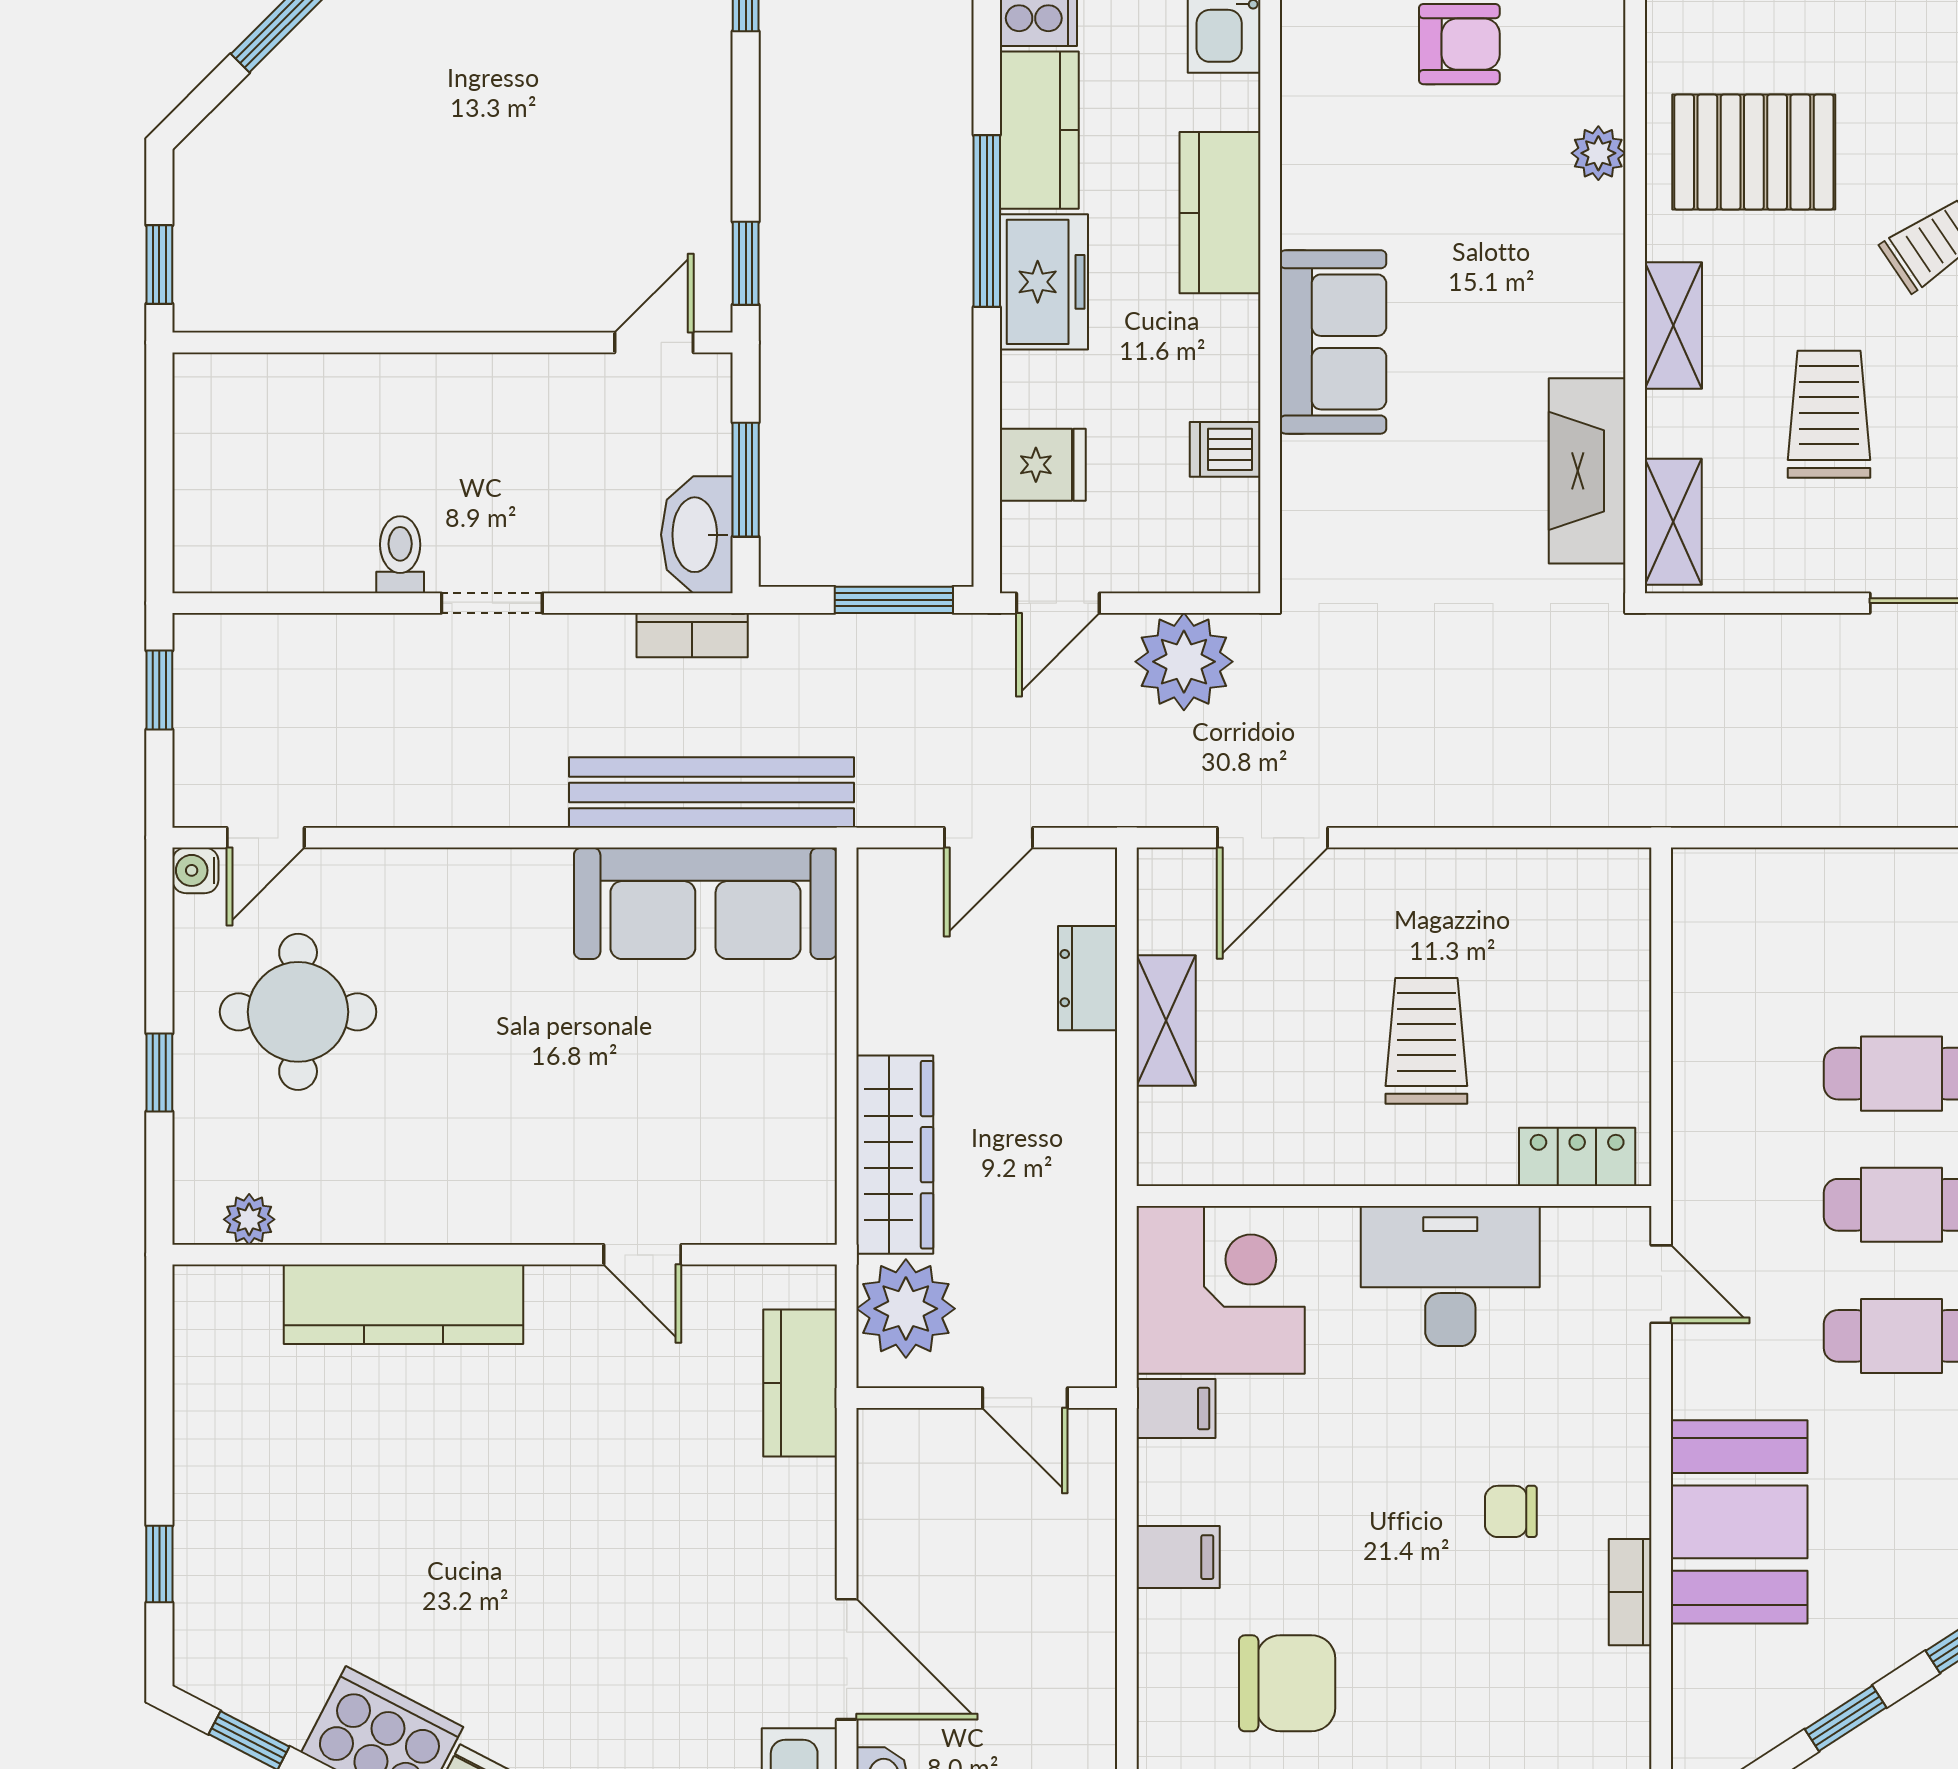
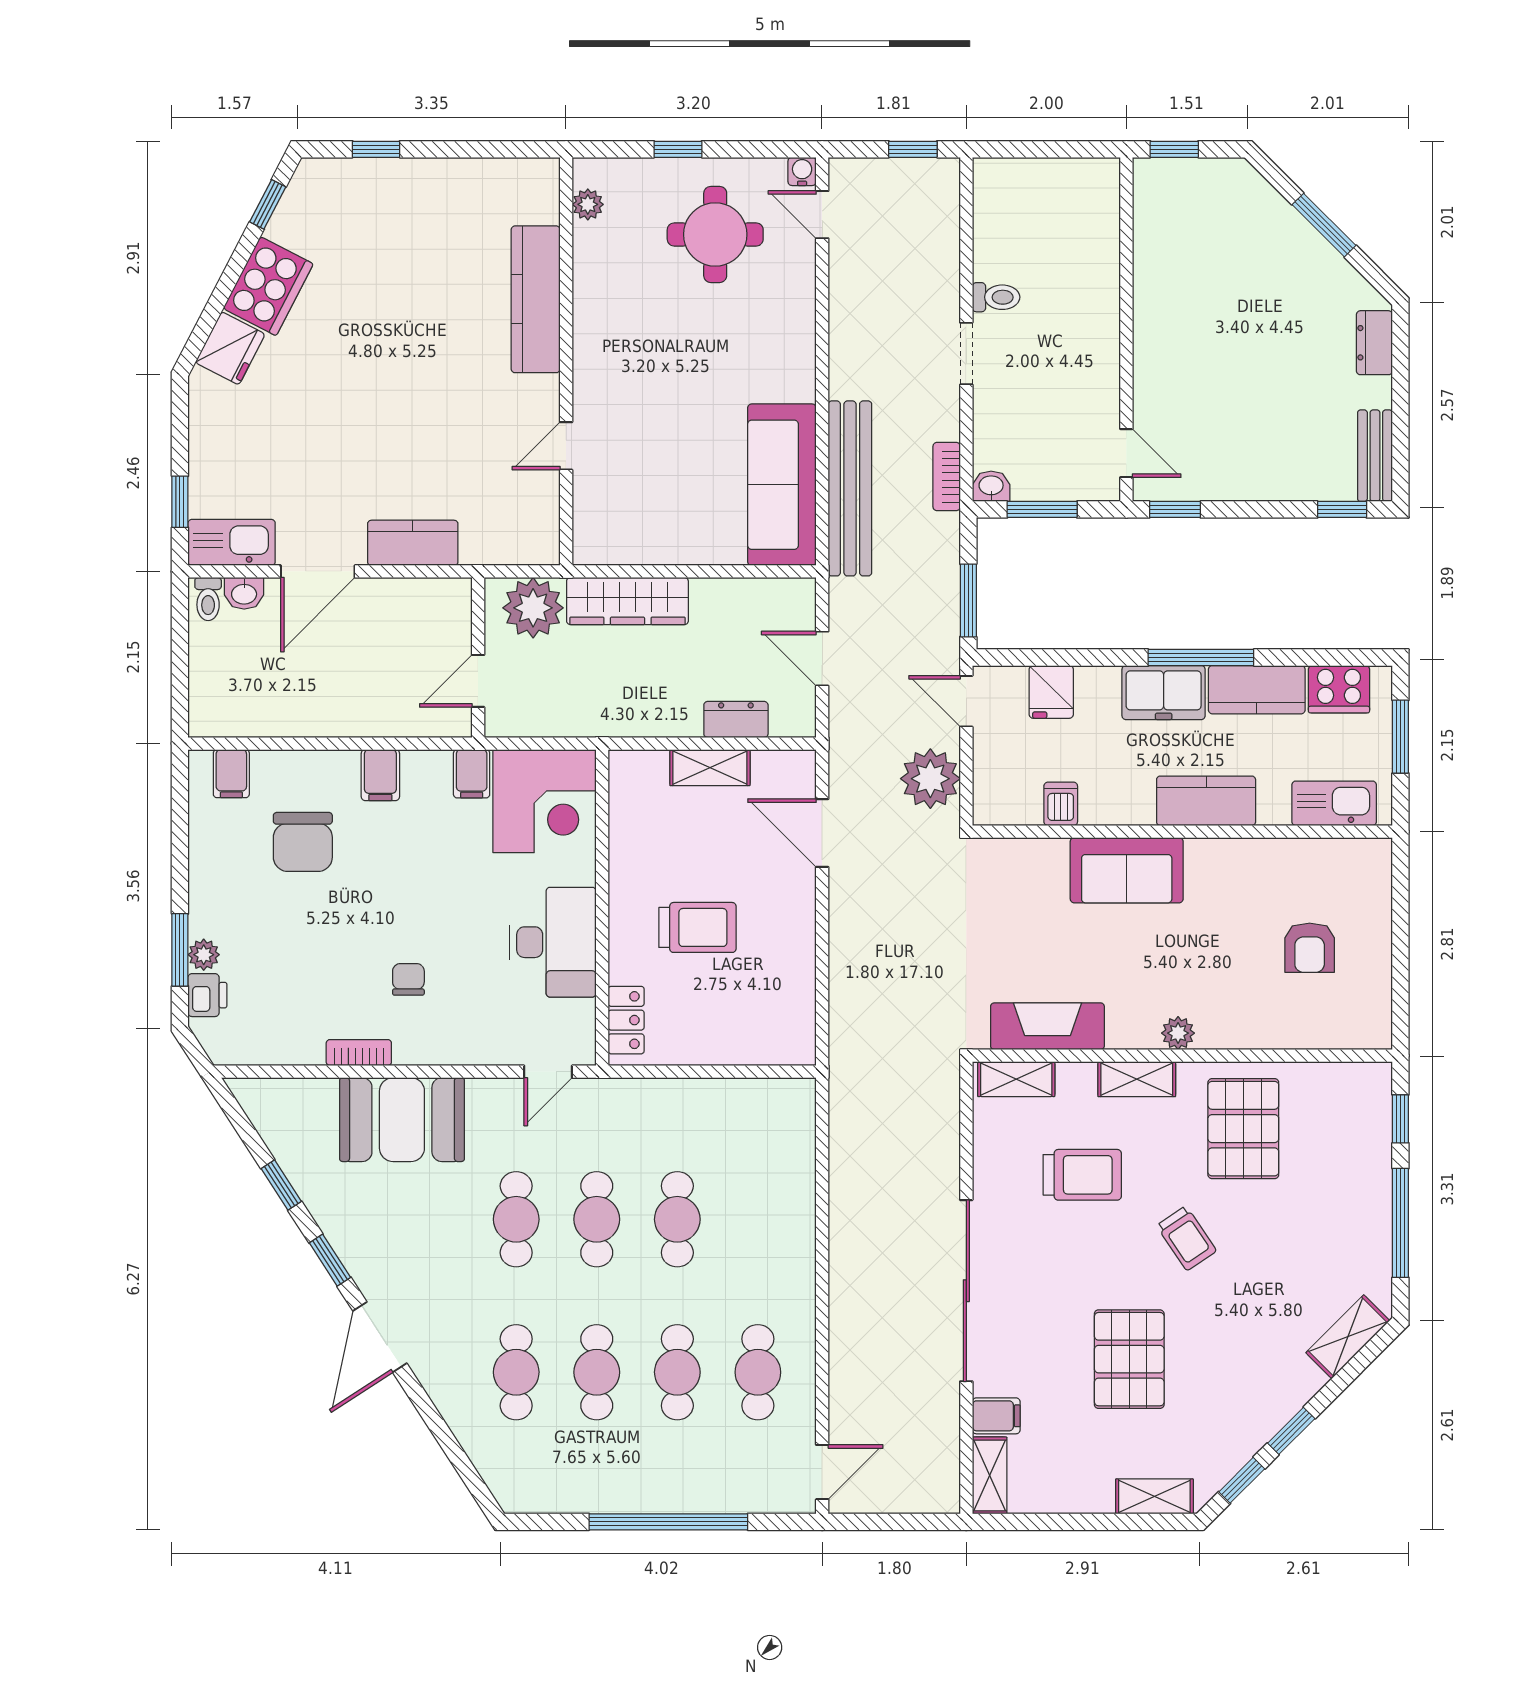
plant: (1598, 153) -> (1178, 1033), moved
washbasin: (697, 535) -> (991, 486), width x0.52, depth x0.69
kitchen counter: (800, 1383) -> (413, 543), moved

